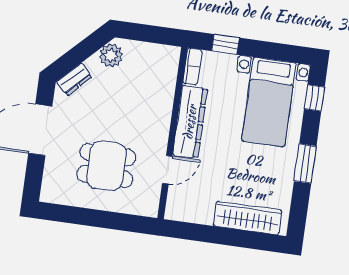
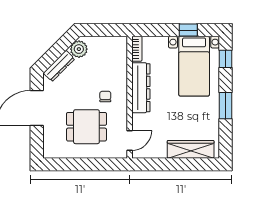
window: (225, 44) -> (188, 30), moved
dresser: (74, 79) -> (59, 66), width x1.44
chair: (139, 127) -> (105, 96), added
door: (167, 170) -> (130, 140), moved

